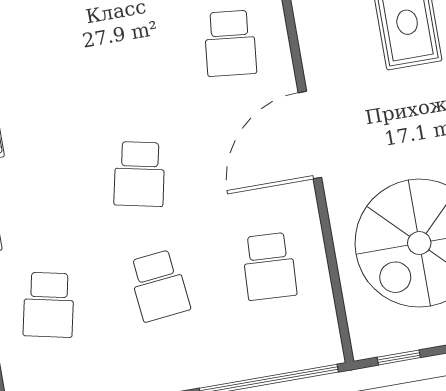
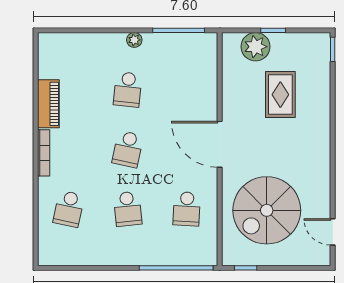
school desk: (230, 43) -> (128, 89), moved
door: (310, 135) -> (220, 144), hinge flipped

